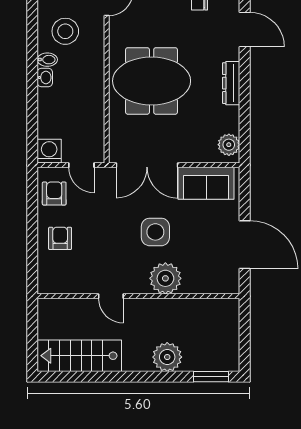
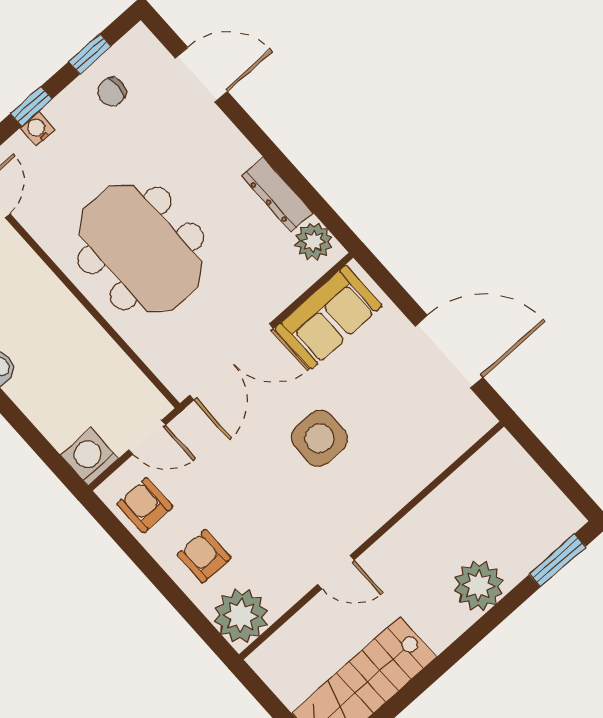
meeting table: (152, 81) -> (141, 248), turned 90
dresser: (231, 83) -> (277, 195), moved
plant: (165, 278) -> (241, 616), moved

